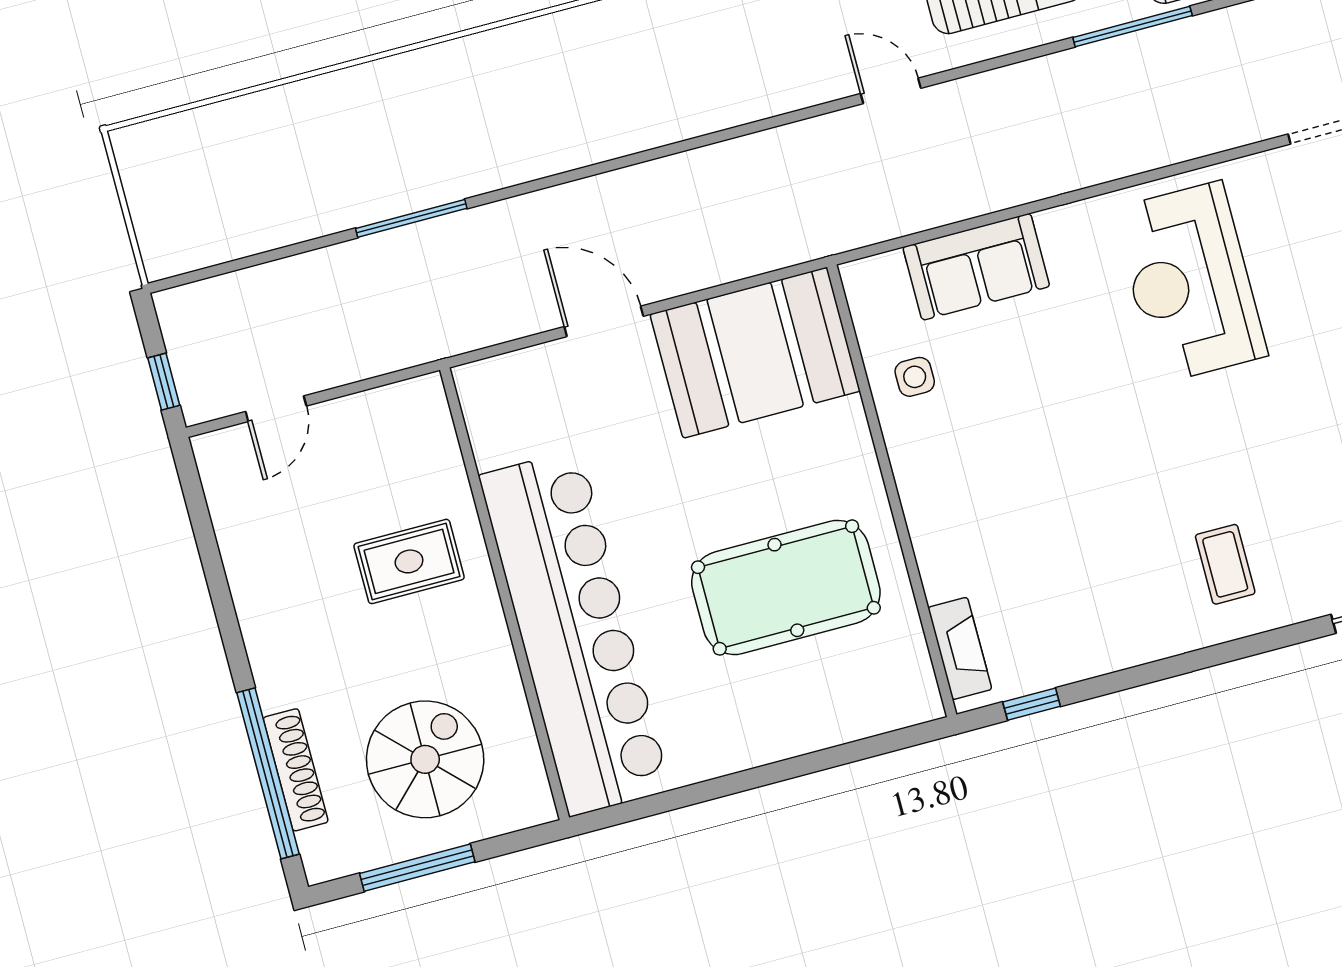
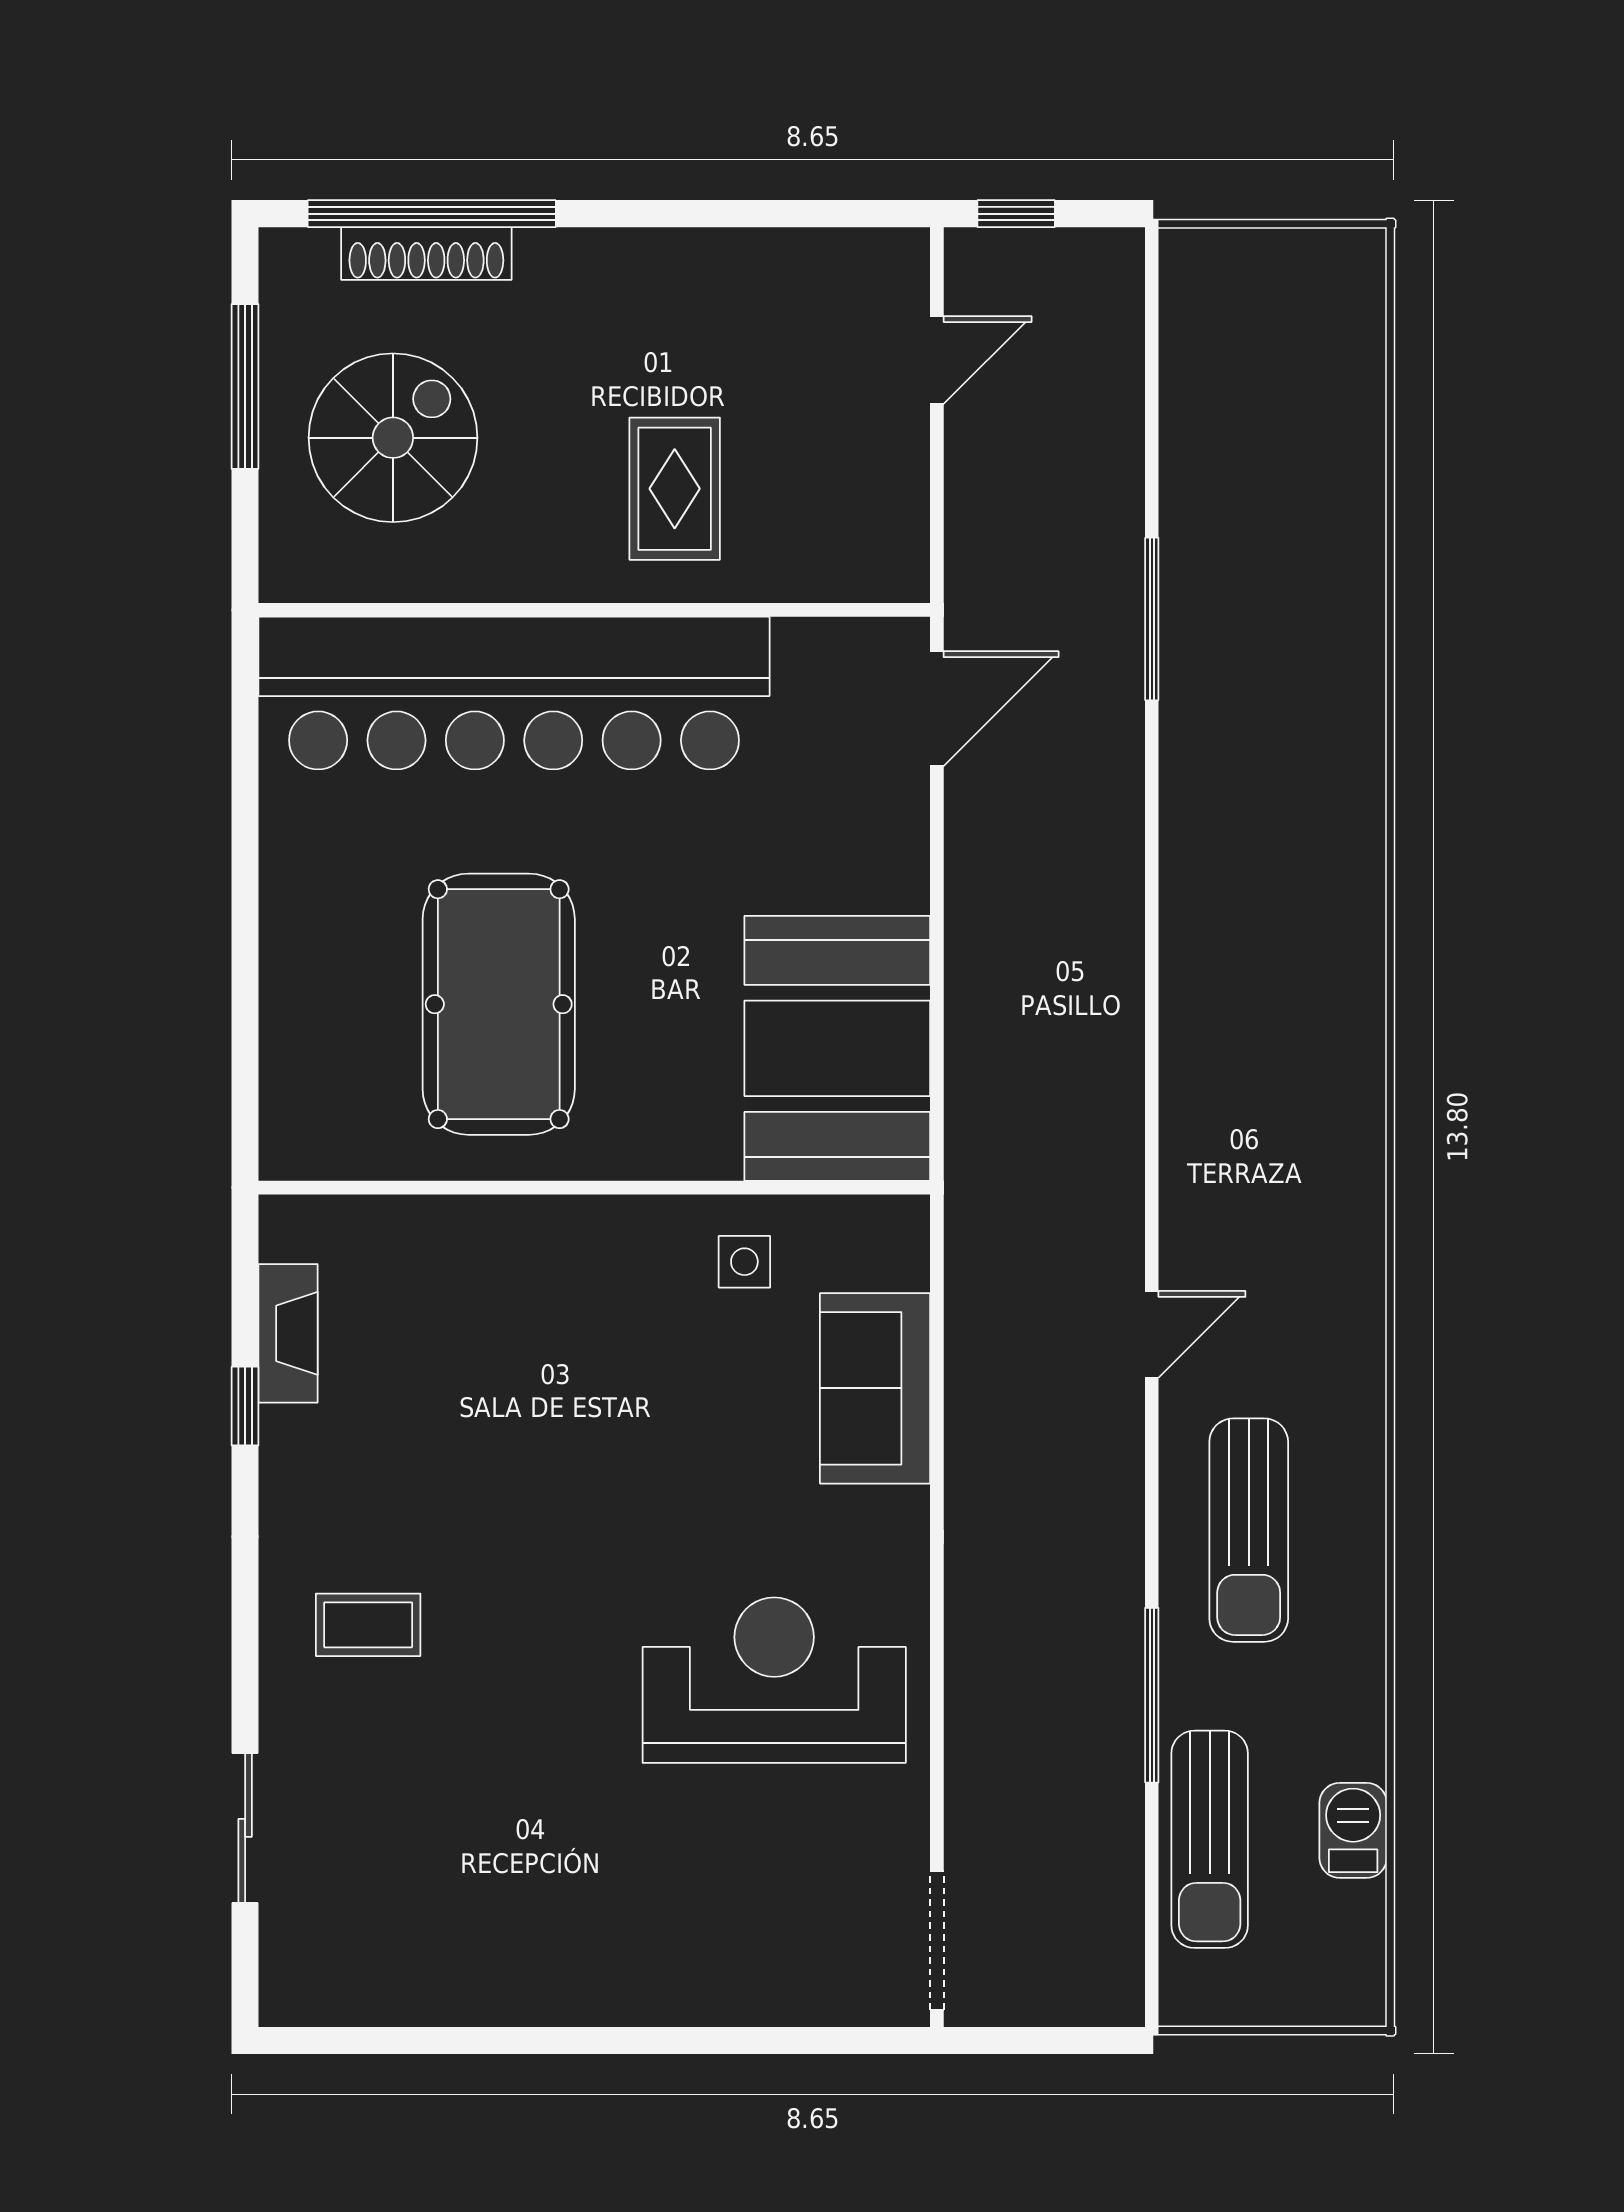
door: (604, 321) -> (937, 709), moved
door: (276, 409) -> (937, 360), swing flipped
fireplace: (960, 648) -> (288, 1333), moved, turned -90
window: (1032, 704) -> (245, 1406), moved
spiral stairs: (425, 759) -> (393, 438), turned -90

